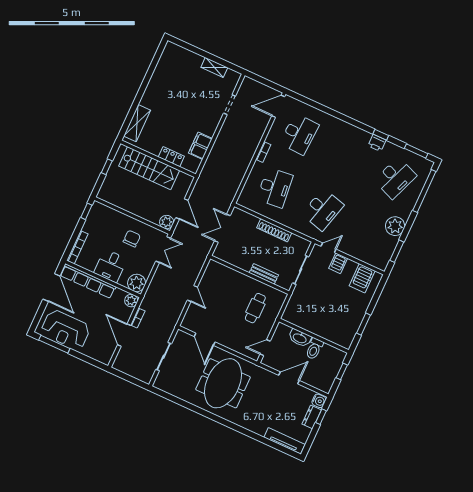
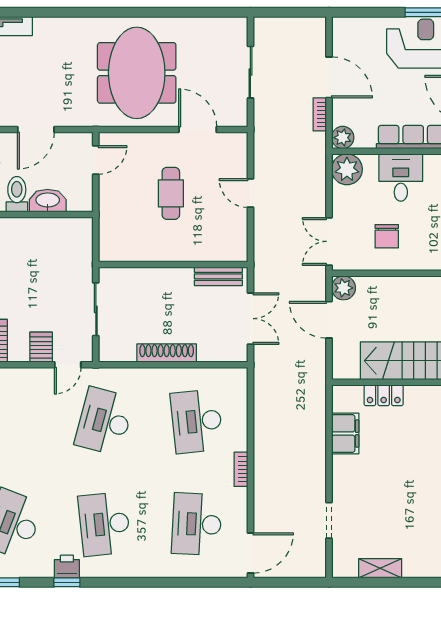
desk: (347, 156) -> (104, 524), added
bench: (264, 274) -> (218, 276), moved
cafe table: (255, 308) -> (171, 193), moved

